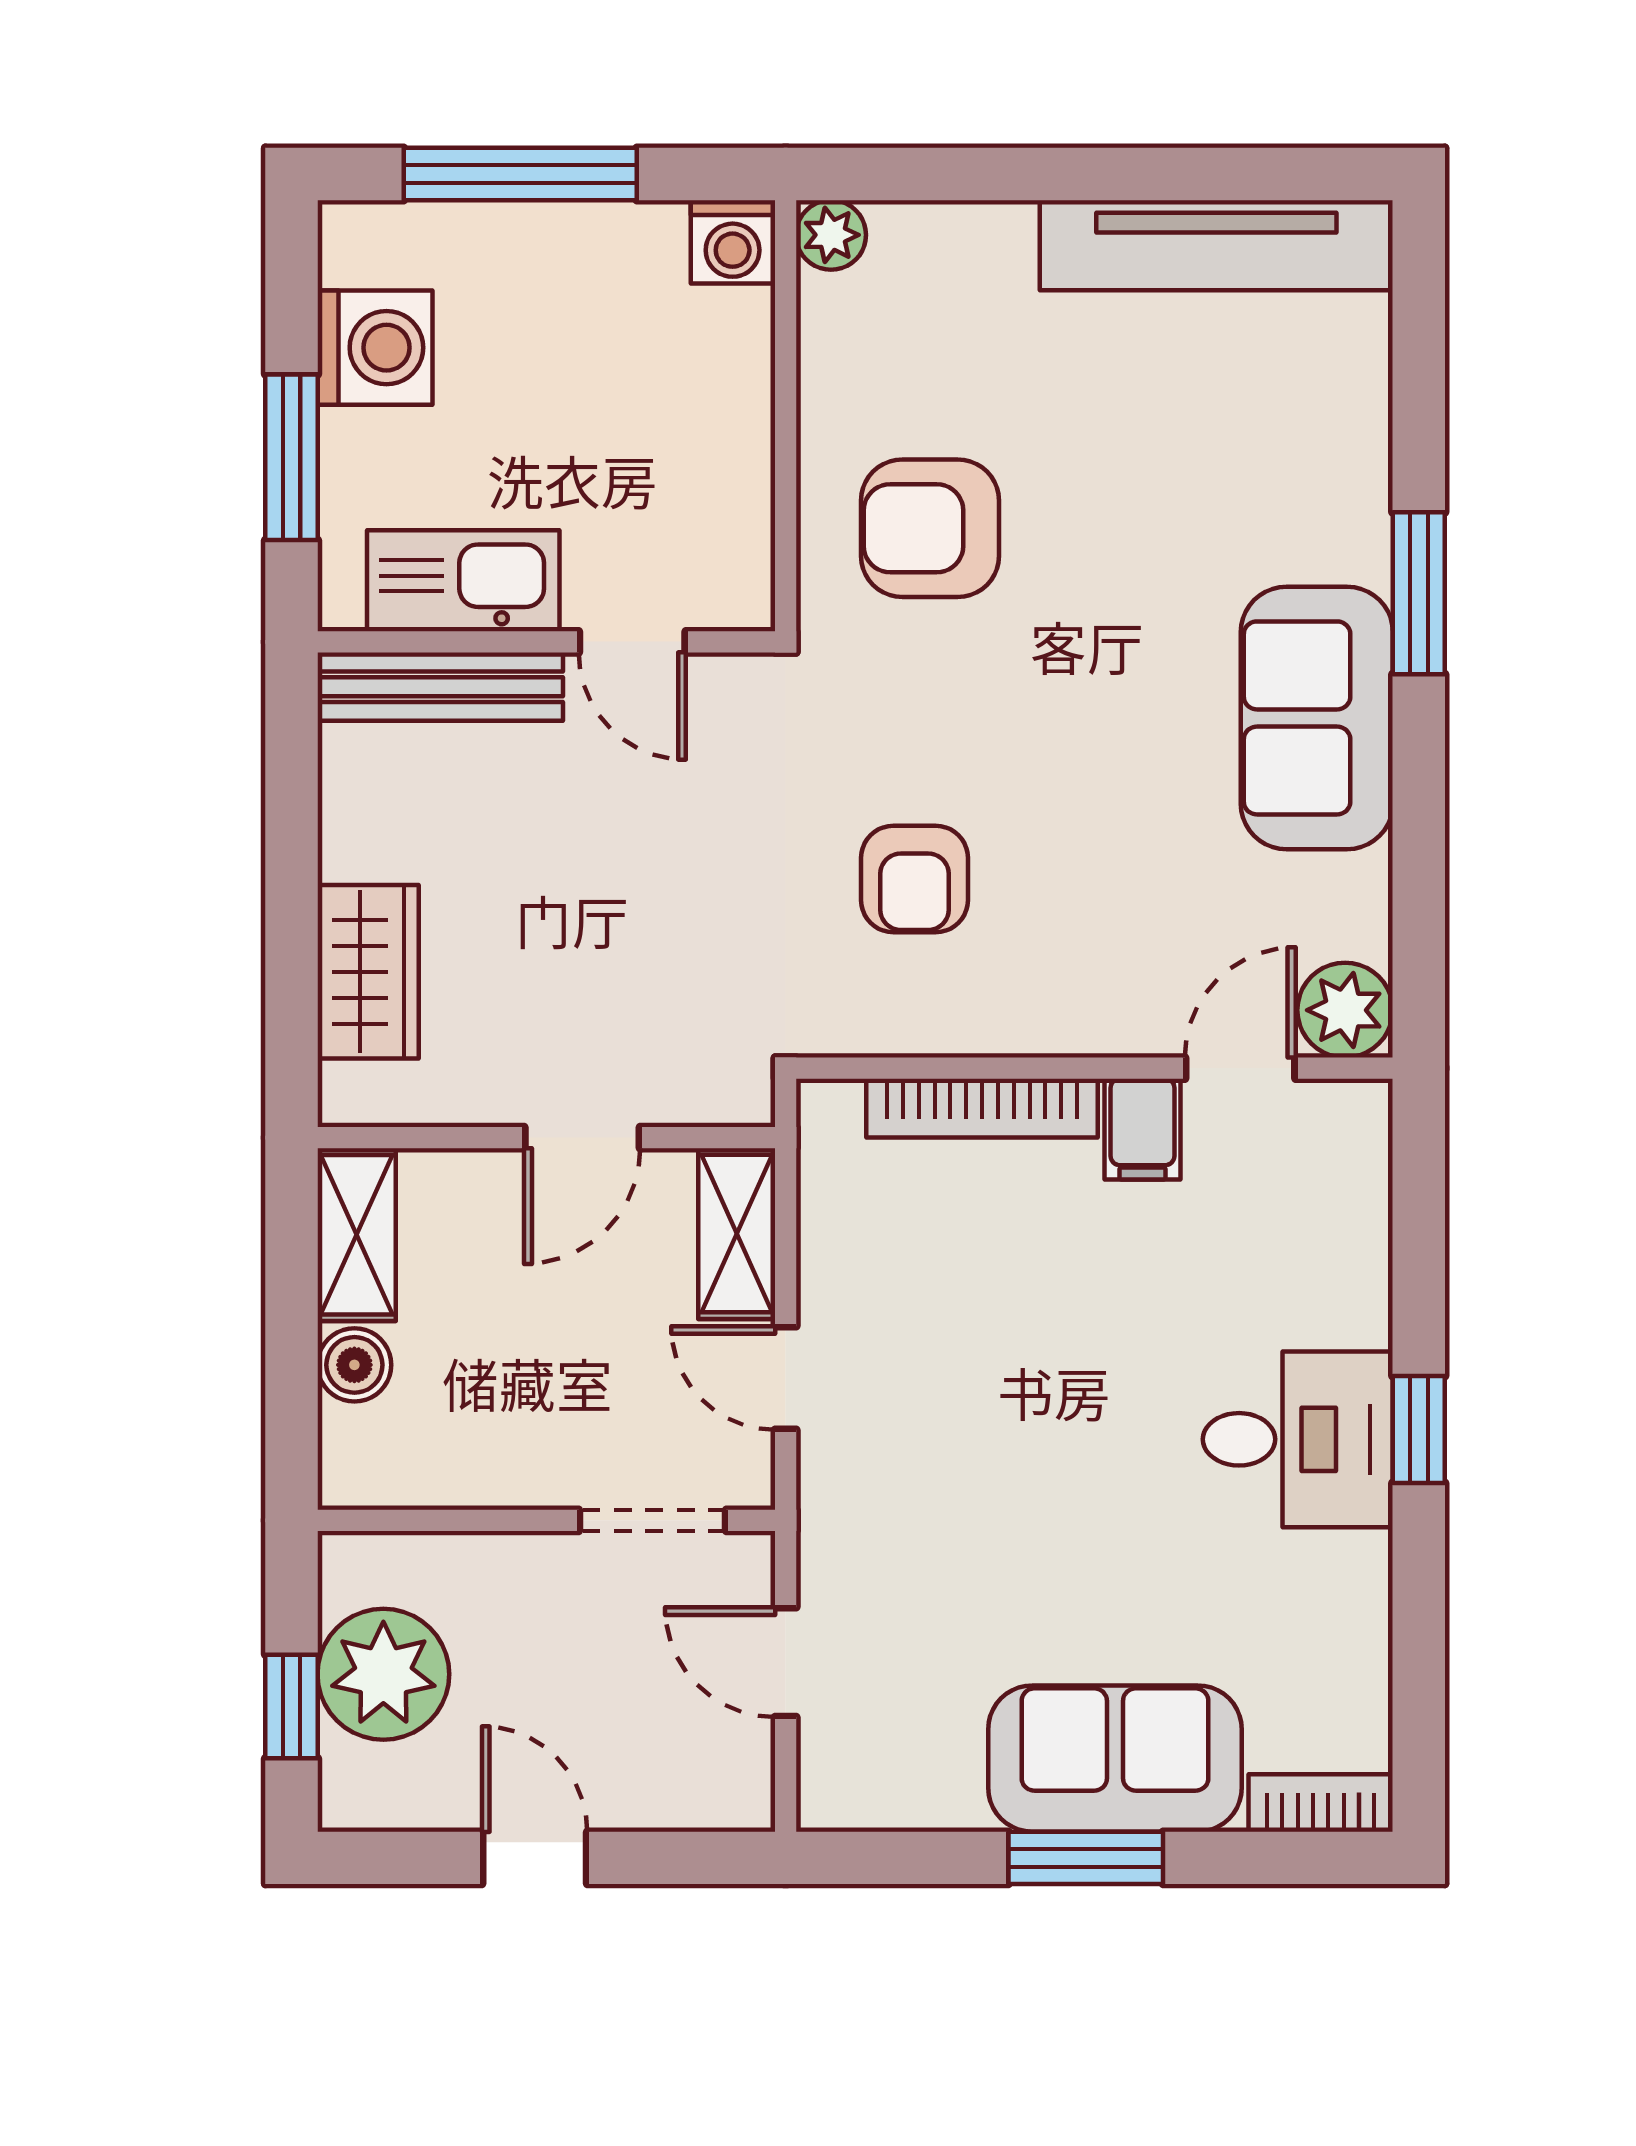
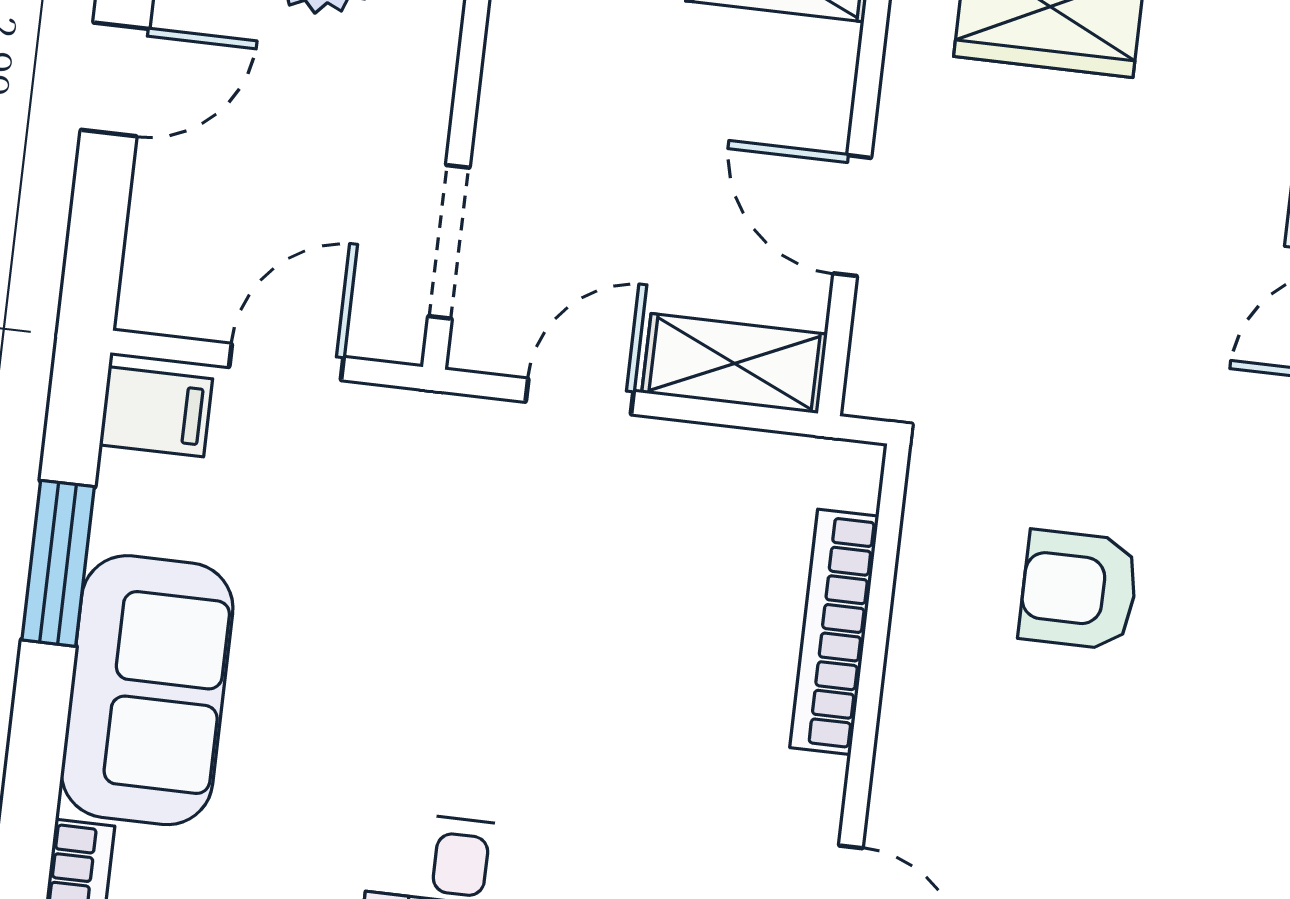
filing cabinet: (1143, 1129) -> (156, 412), moved, turned 180
window: (1086, 1858) -> (58, 563), moved

